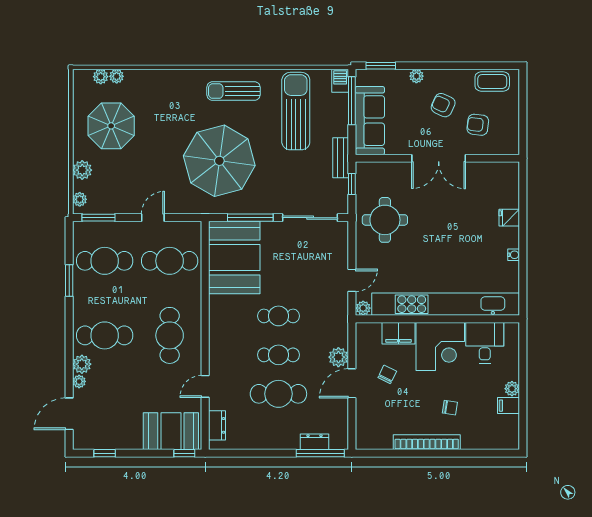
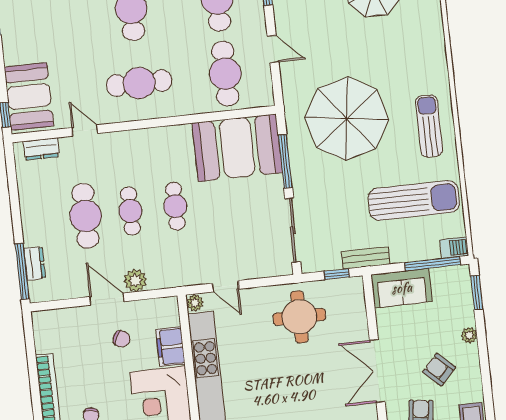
armchair: (443, 105) -> (439, 370), turned -72
sofa: (370, 121) -> (402, 288), width x0.73

